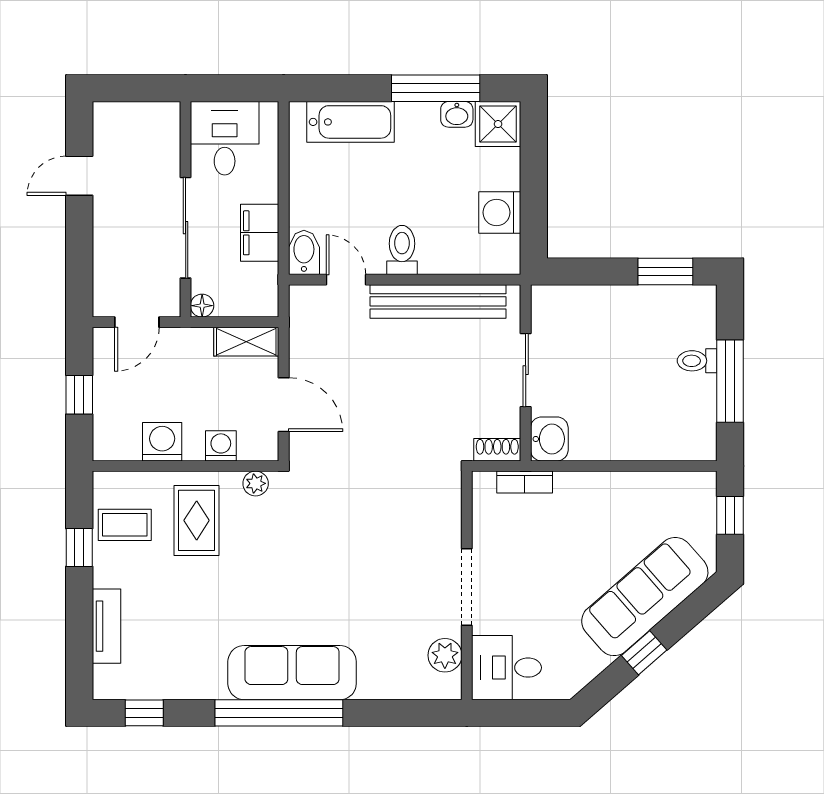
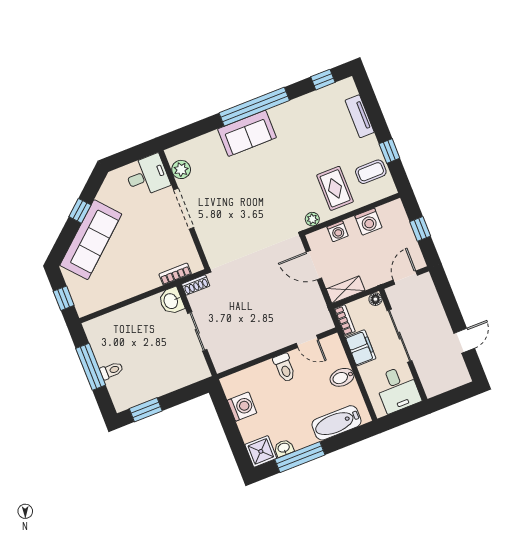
bidet: (304, 252) -> (342, 377), moved, turned 90
bookcase: (268, 291) -> (345, 320), added
bench: (438, 301) -> (256, 349), removed
sofa: (292, 673) -> (247, 133), width x0.73

